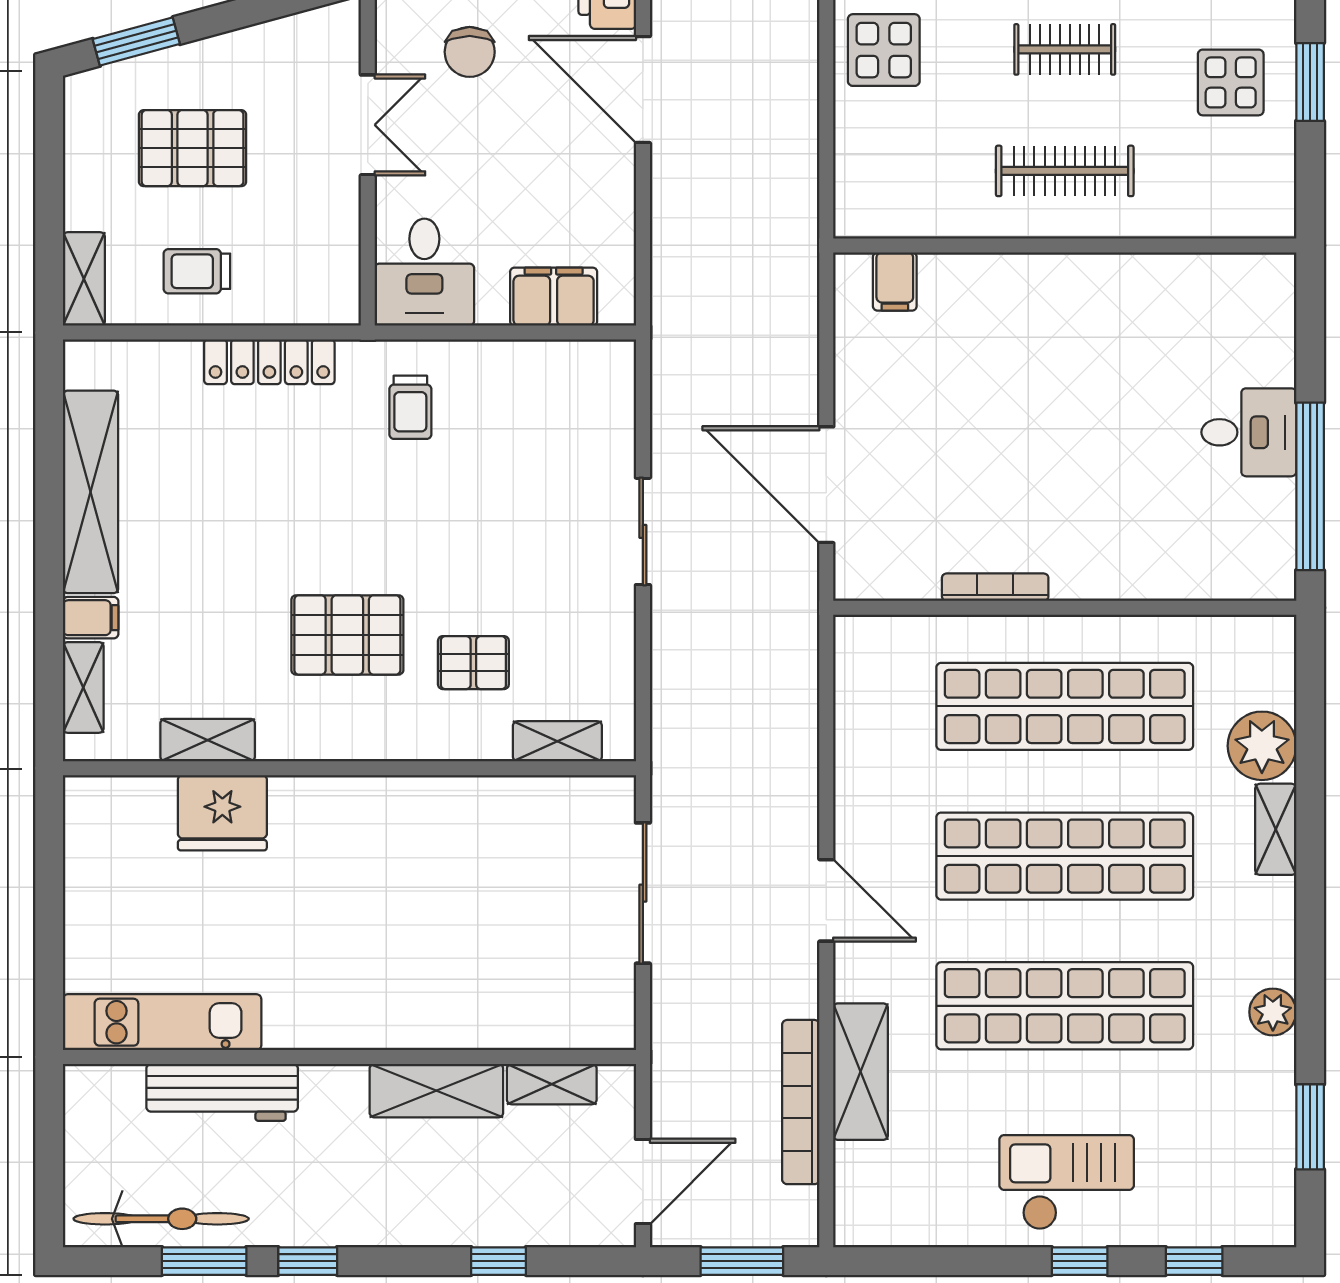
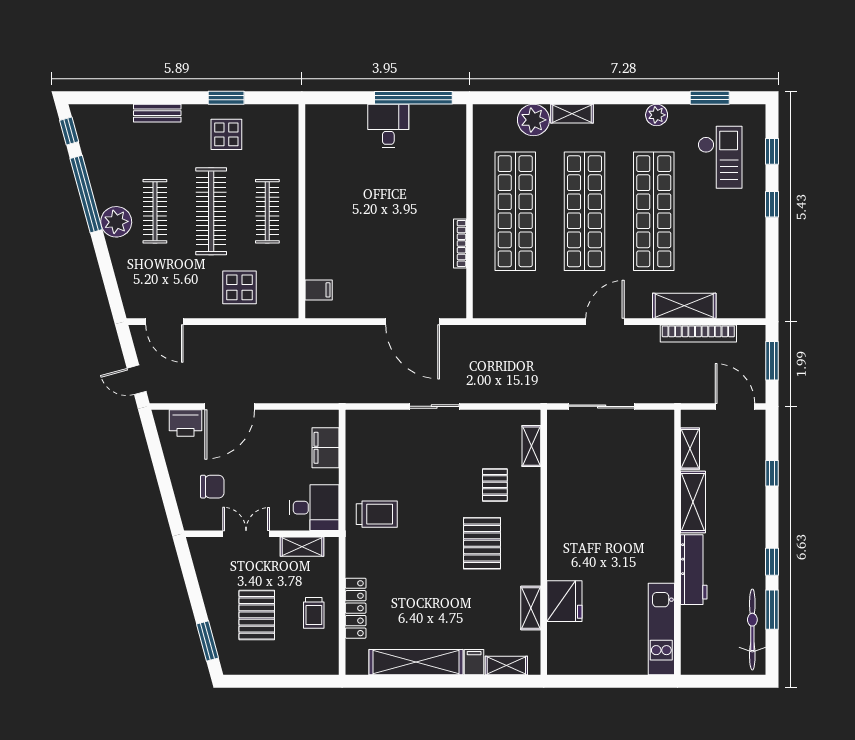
clothes rail: (1065, 49) -> (211, 211), width x1.86, depth x1.31
display table: (884, 50) -> (240, 287), moved
shelving: (84, 279) -> (302, 547), moved
locker: (269, 362) -> (356, 608), moved
trolley: (410, 407) -> (377, 514), width x1.36, depth x1.39
door: (826, 485) -> (413, 322), hinge flipped
workbench: (222, 1092) -> (694, 570), moved
checkout: (1067, 1182) -> (720, 157), moved, turned 180

